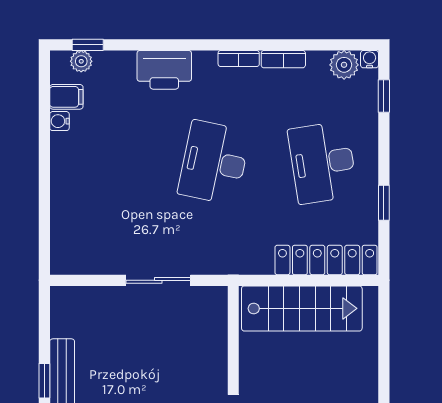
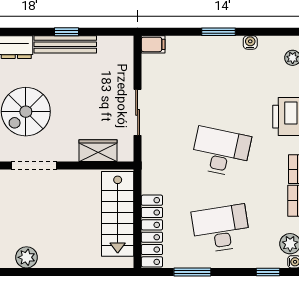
filing cabinet: (66, 97) -> (153, 44), moved, turned -90
window: (44, 166) -> (219, 32), added
window: (384, 203) -> (192, 272), width x1.50
wardrobe: (212, 336) -> (98, 151), added

